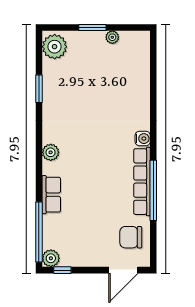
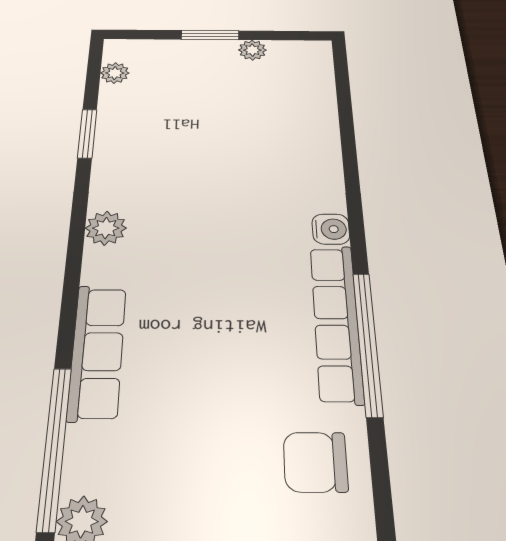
plant: (55, 47) -> (115, 73), width x0.53, depth x0.53
plant: (51, 152) -> (106, 228), moved
row of seats: (51, 195) -> (97, 352), width x1.48

